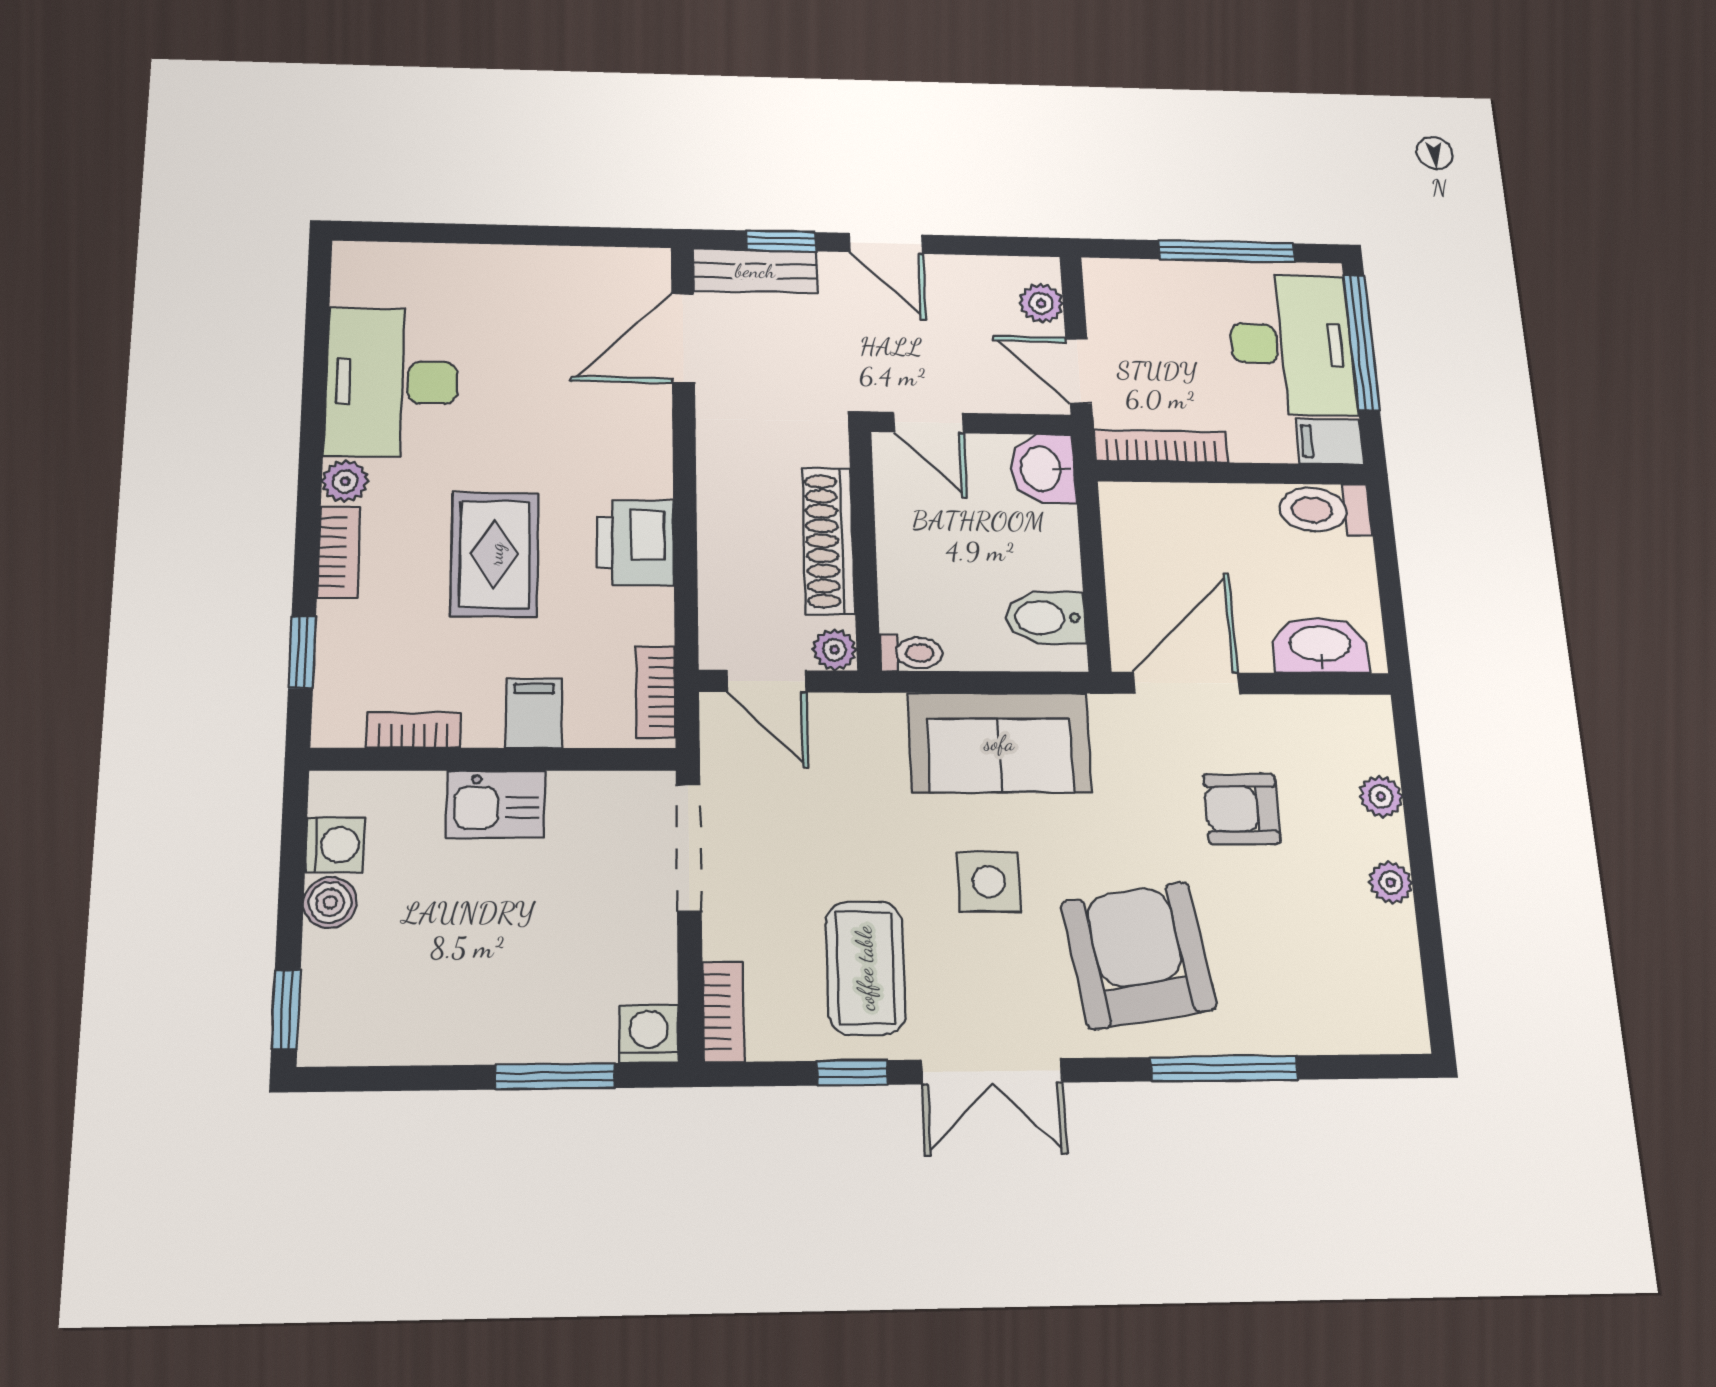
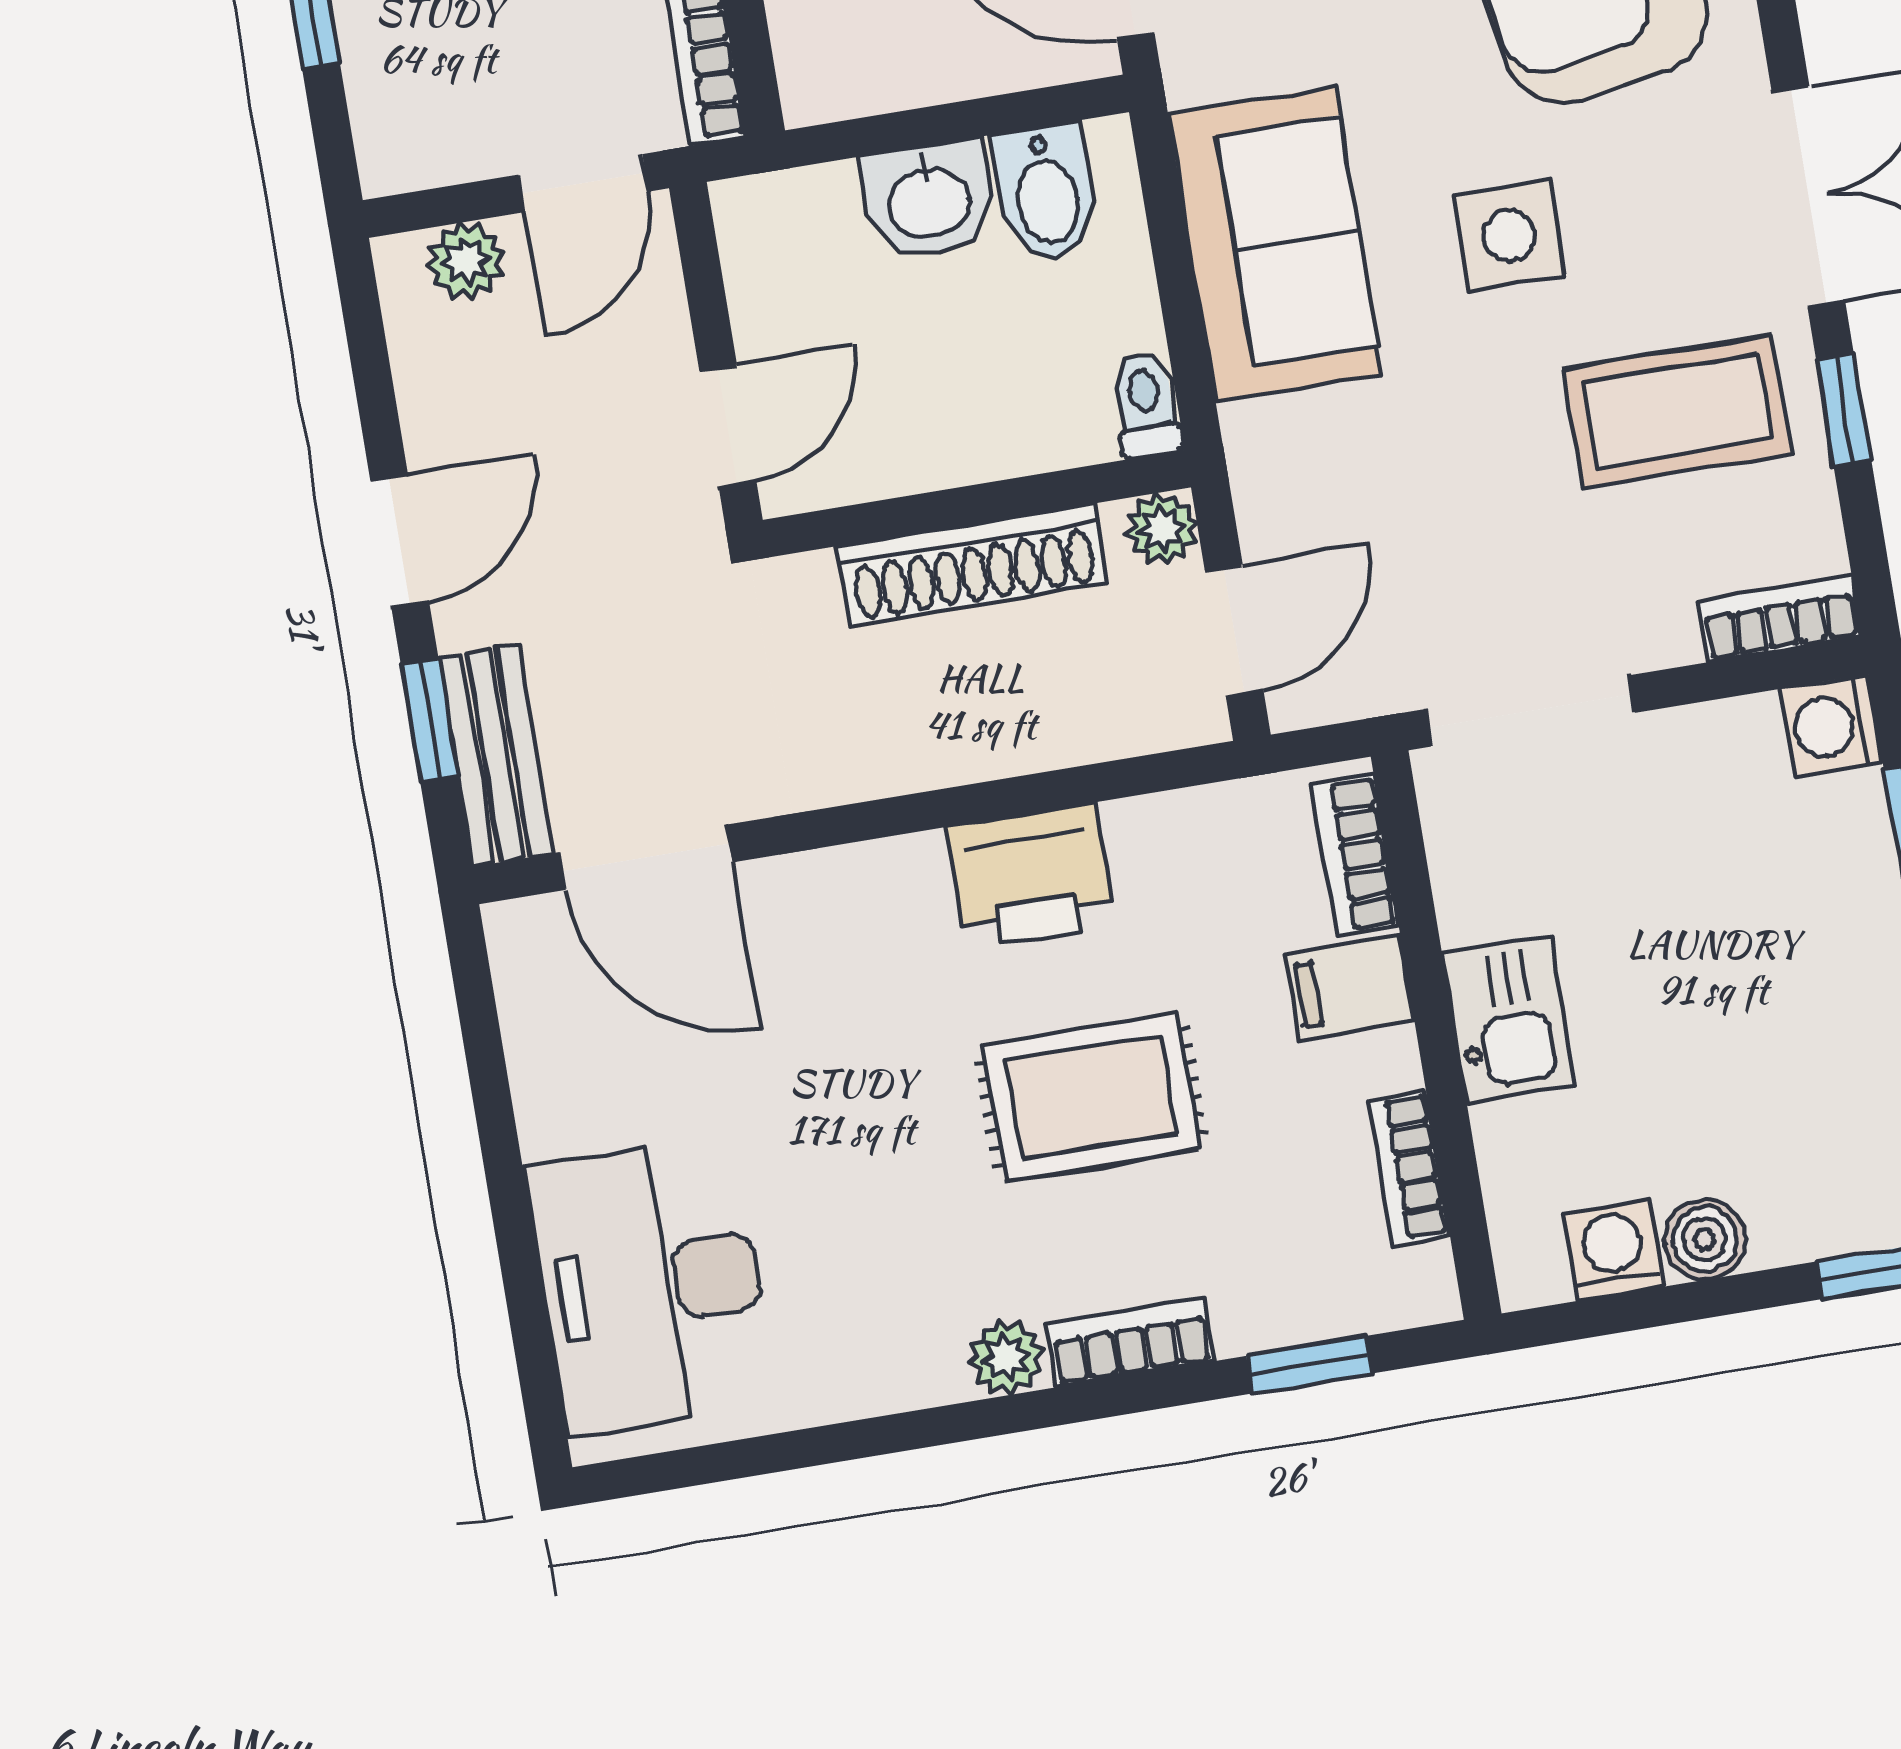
desk: (392, 382) -> (651, 1286), moved, turned 90
washbasin: (1043, 469) -> (929, 200), moved
bookcase: (656, 692) -> (1355, 855), moved, turned 90

